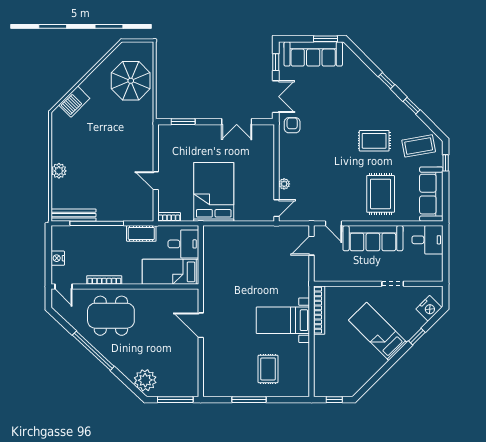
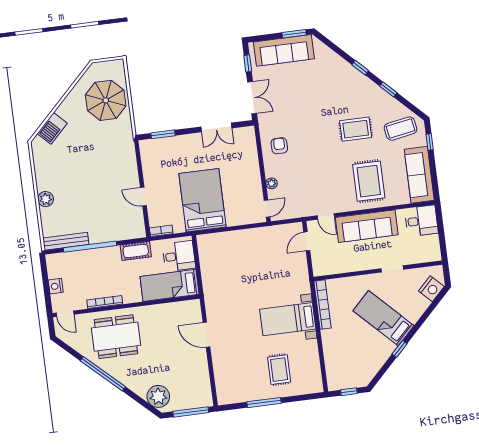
armchair: (292, 125) -> (279, 146), moved
window: (417, 337) -> (400, 349), moved

